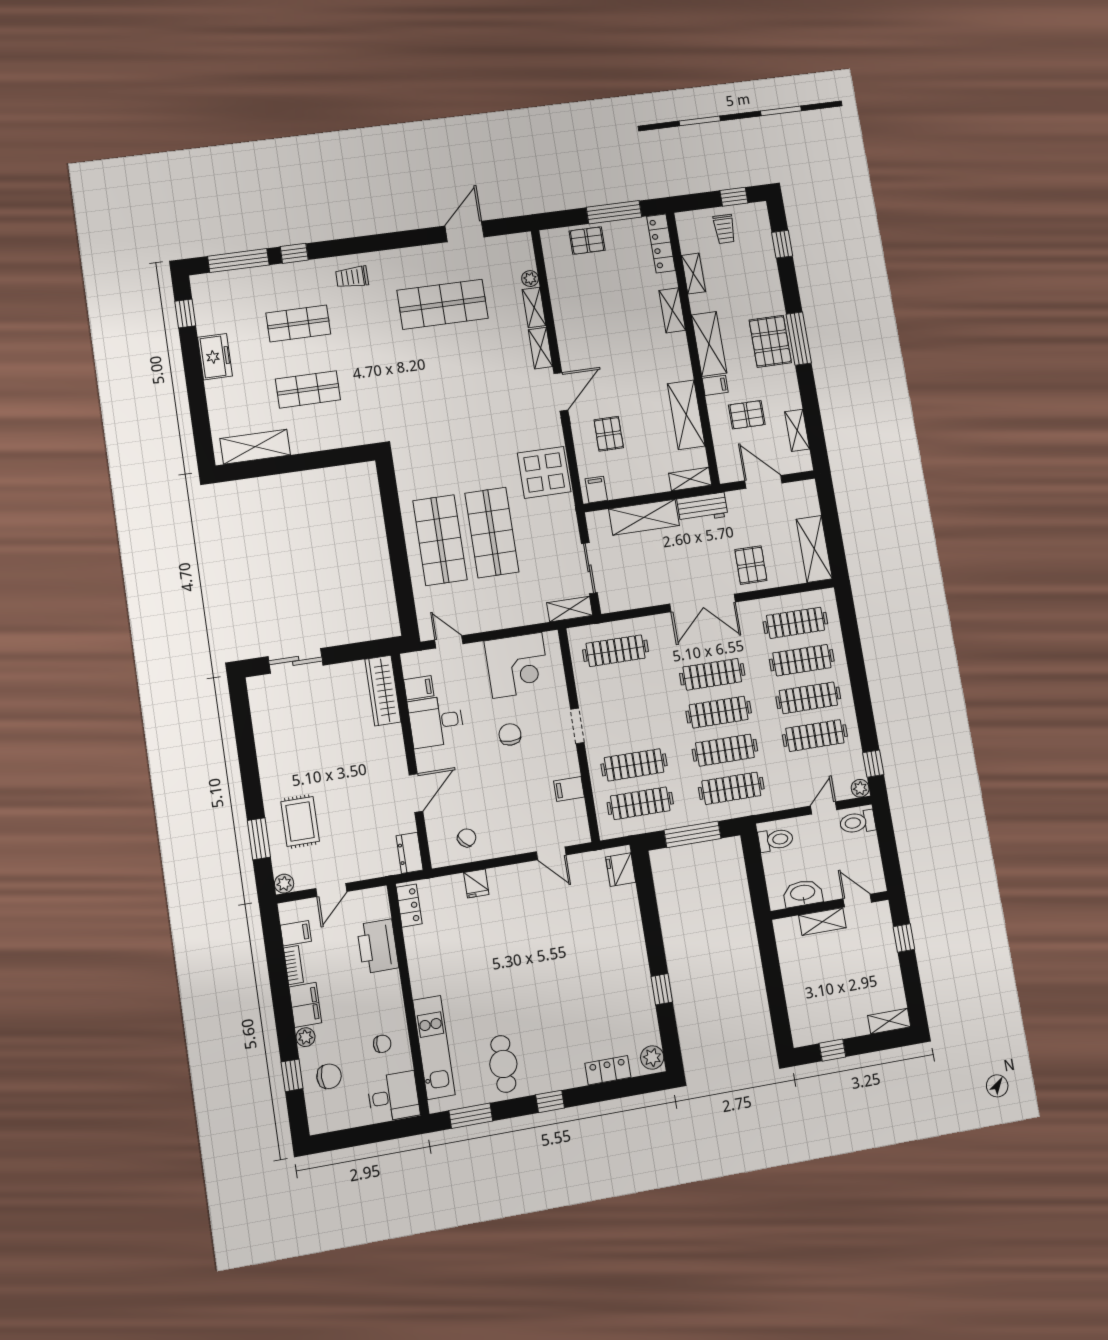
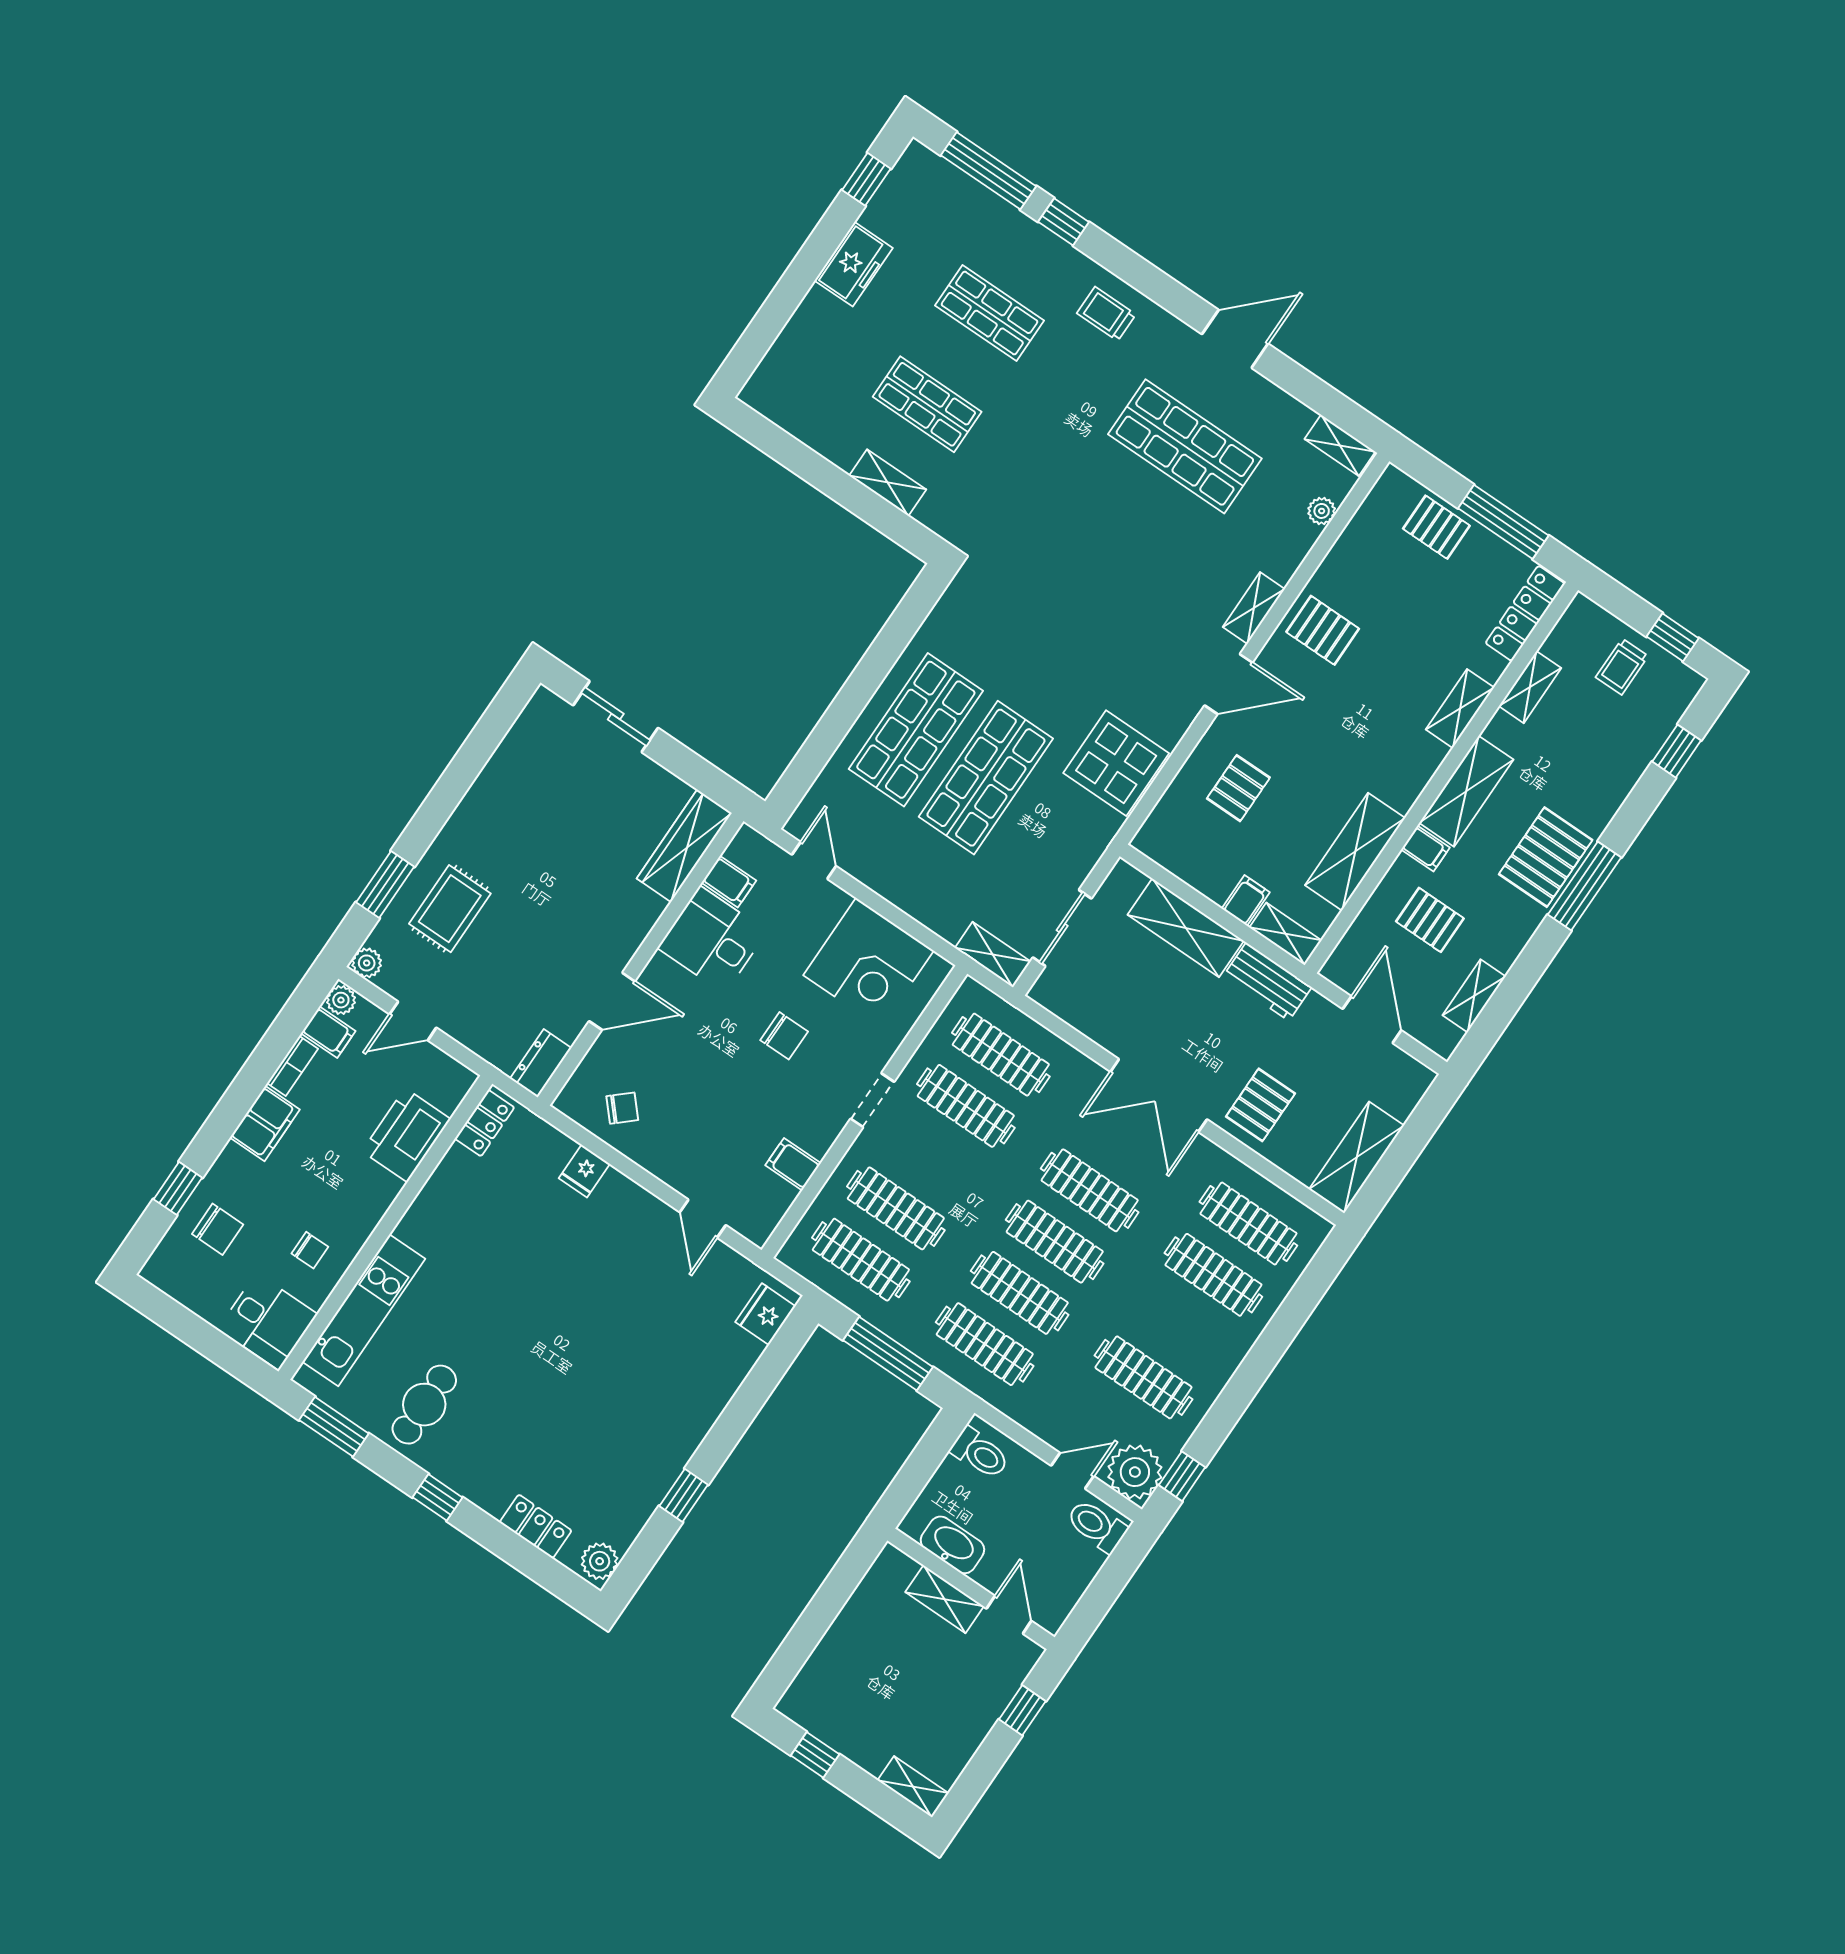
door: (464, 231) -> (1235, 339), moved
shelving: (534, 307) -> (1340, 445), moved, turned 90
pallet: (580, 330) -> (1323, 630), added
shelving: (255, 447) -> (888, 483), moved, width x0.67, depth x0.75
filing cabinet: (596, 490) -> (1246, 900), moved
clothes rail: (808, 698) -> (966, 1106), moved
chair: (510, 734) -> (784, 1036), turned 90
plant: (860, 788) -> (1135, 1472), width x1.87, depth x1.87
plant: (306, 1037) -> (341, 1000), moved

